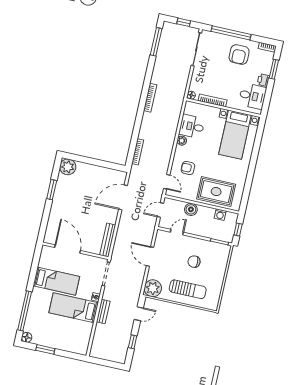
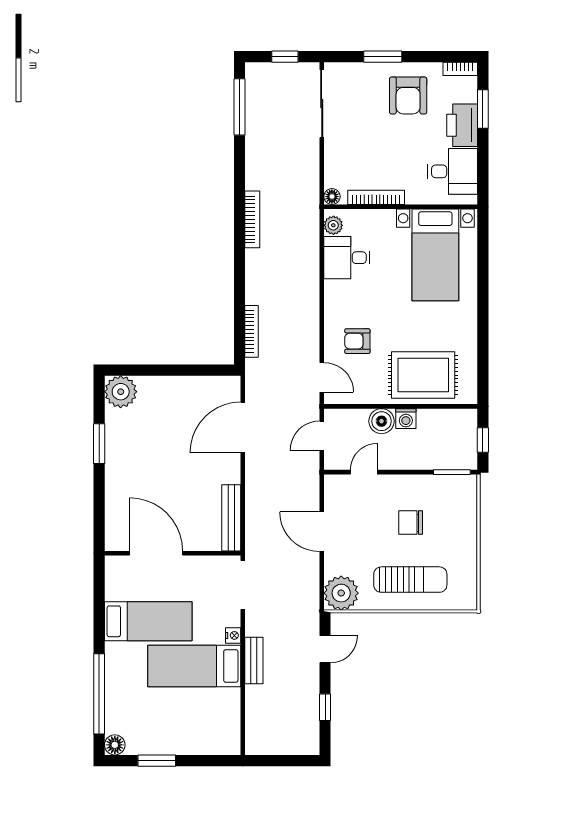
window: (231, 33) -> (383, 57), width x0.47
printer: (263, 80) -> (462, 125), width x1.87, depth x1.48
plant: (182, 141) -> (333, 225), moved
washing machine: (220, 215) -> (406, 419), moved

